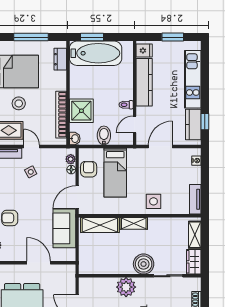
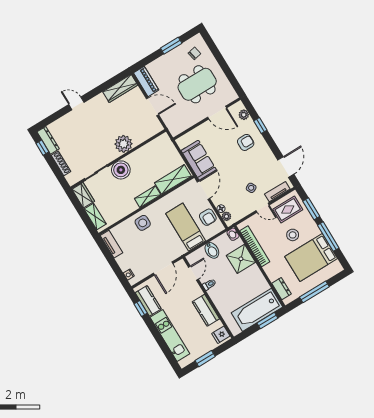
kitchen counter: (144, 82) -> (206, 310), width x0.67
door: (39, 263) -> (217, 113), moved

